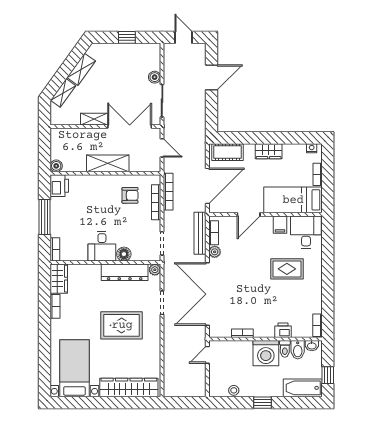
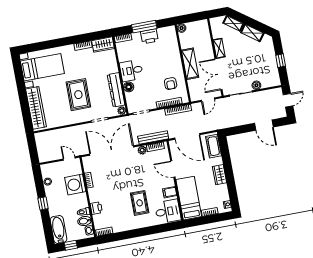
double door: (130, 127) -> (219, 74), swing flipped
printer: (59, 186) -> (149, 36), moved
washing machine: (266, 353) -> (75, 184), moved

